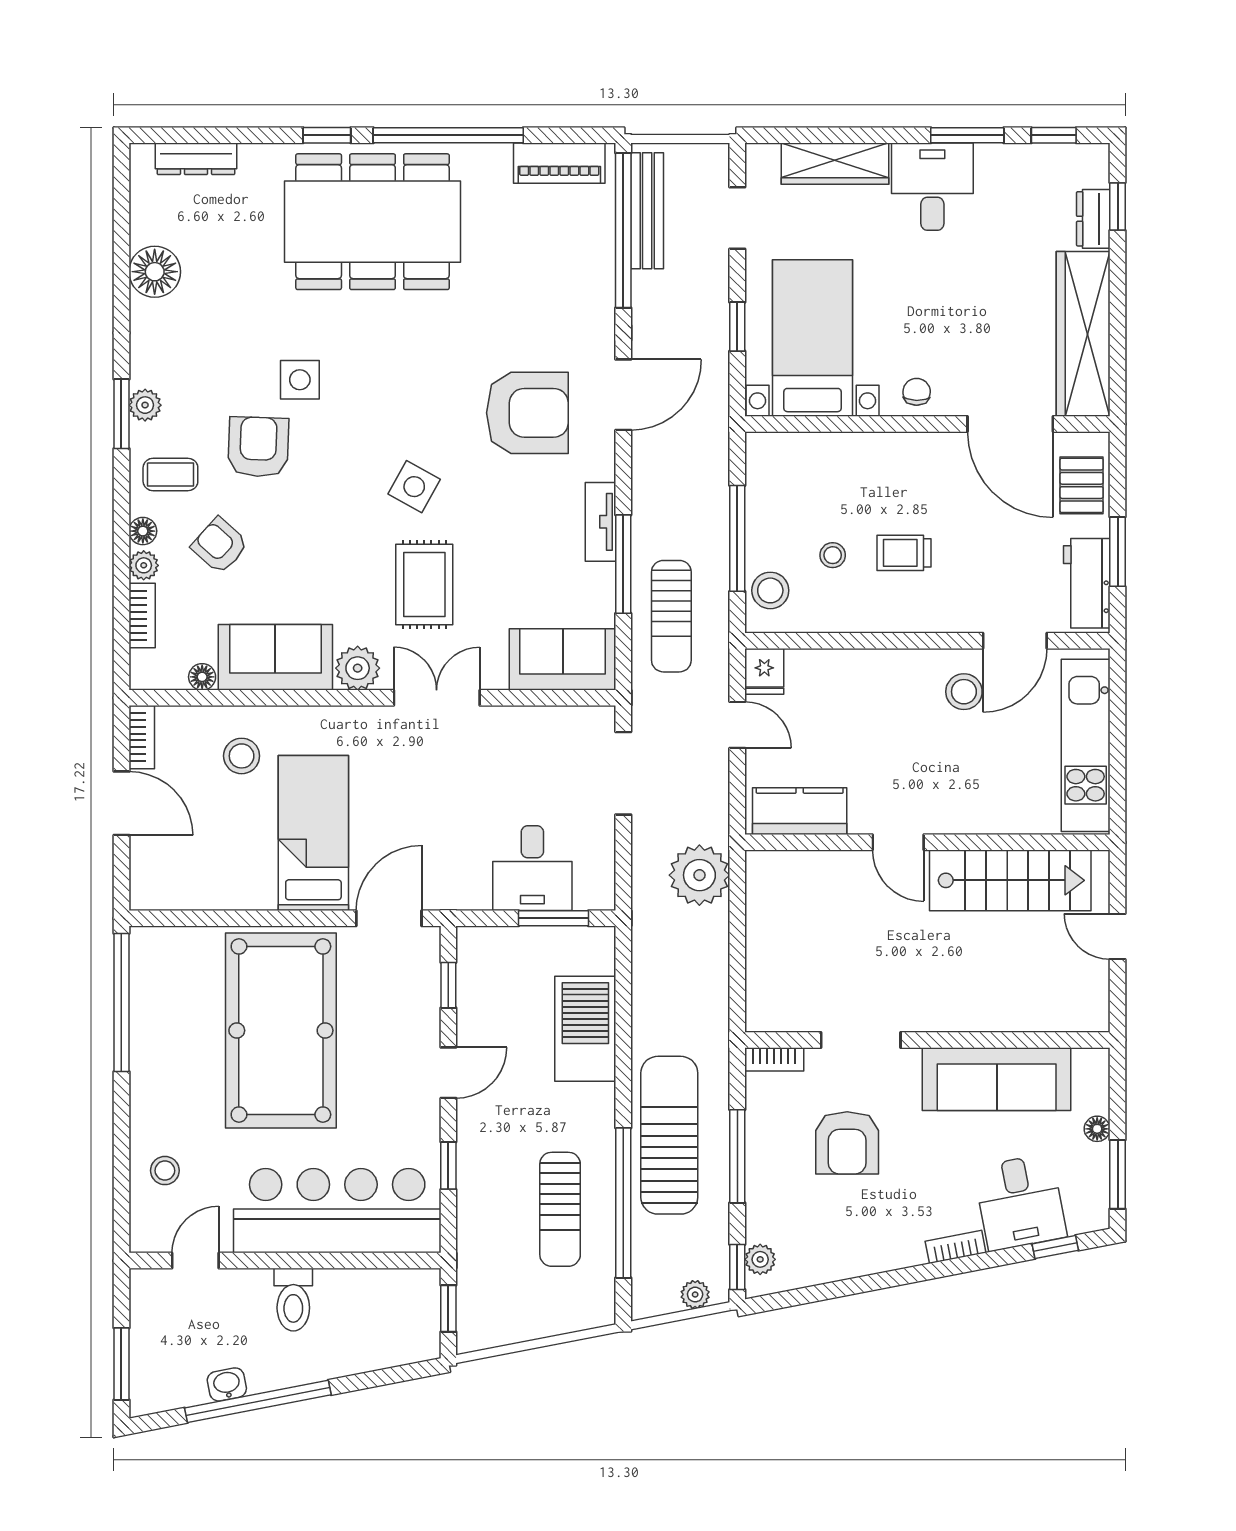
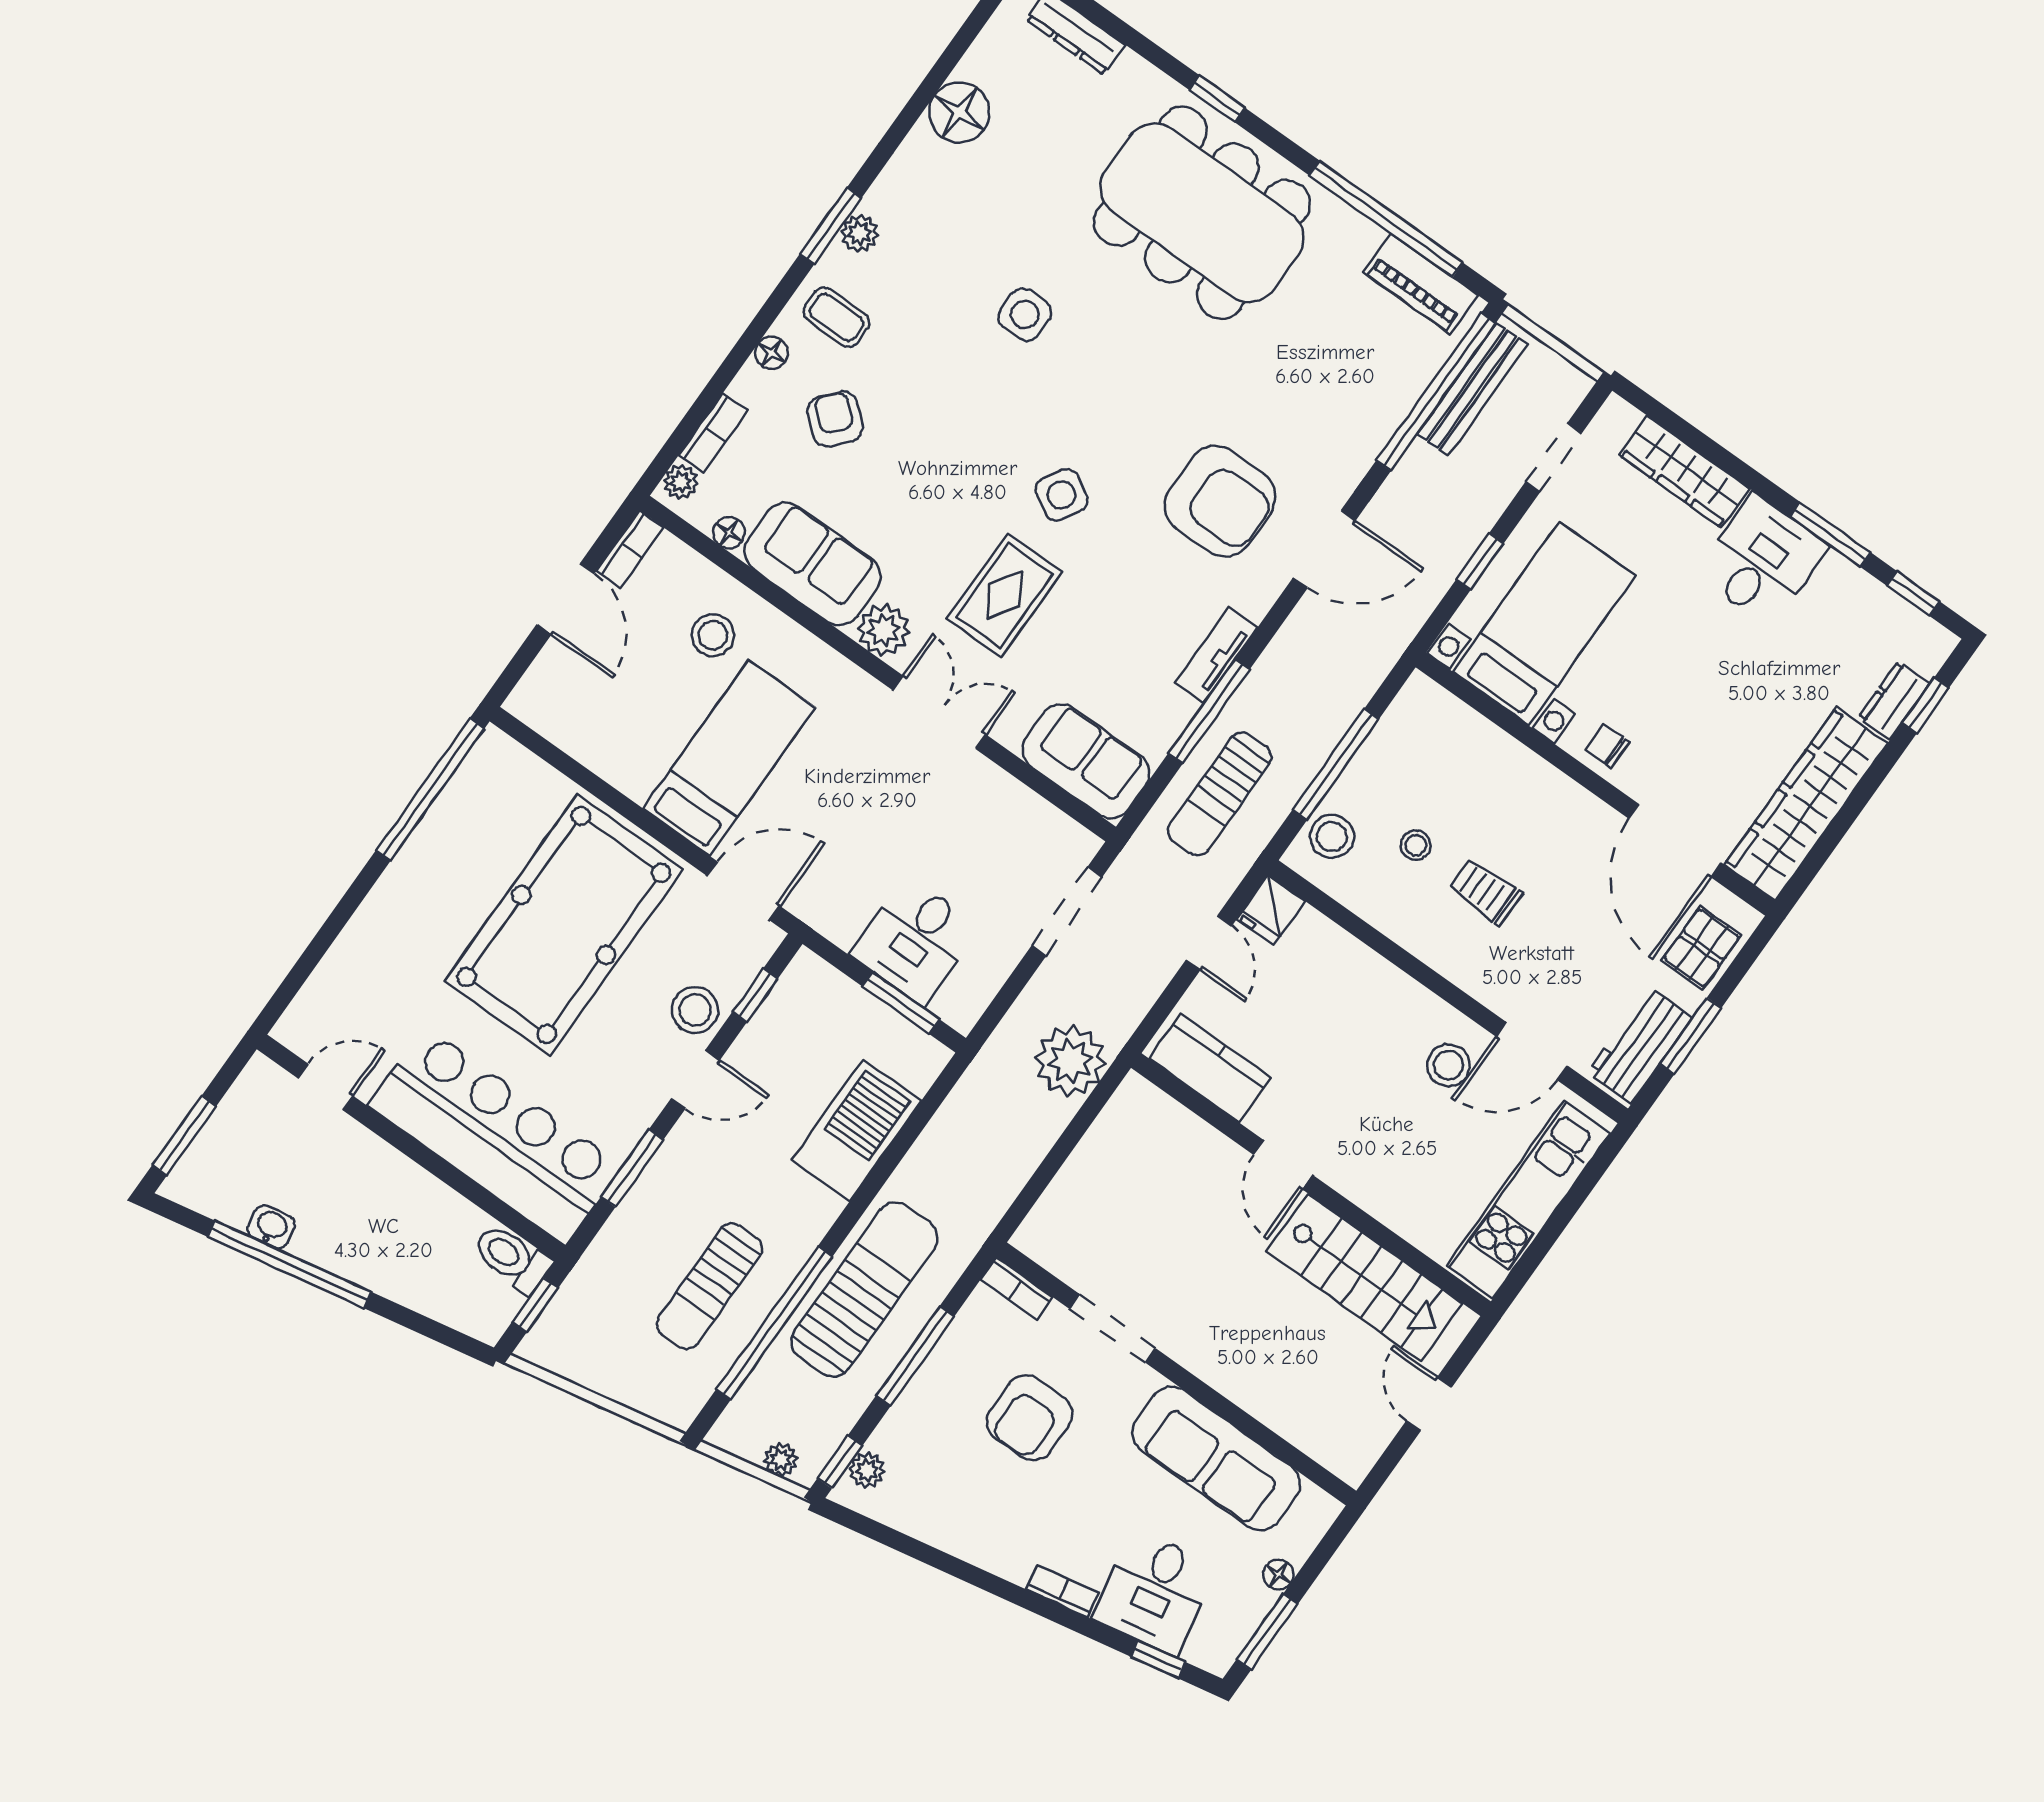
window: (448, 135) -> (1386, 219), moved
chair: (917, 392) -> (1607, 746), turned -91
armchair: (258, 447) -> (939, 351), removed
plant: (144, 565) -> (681, 482), moved
window: (448, 1166) -> (632, 1168), width x1.50
stool: (165, 1171) -> (695, 1010), moved, width x1.37, depth x1.37
toilet: (293, 1300) -> (512, 1258), moved, turned 90

